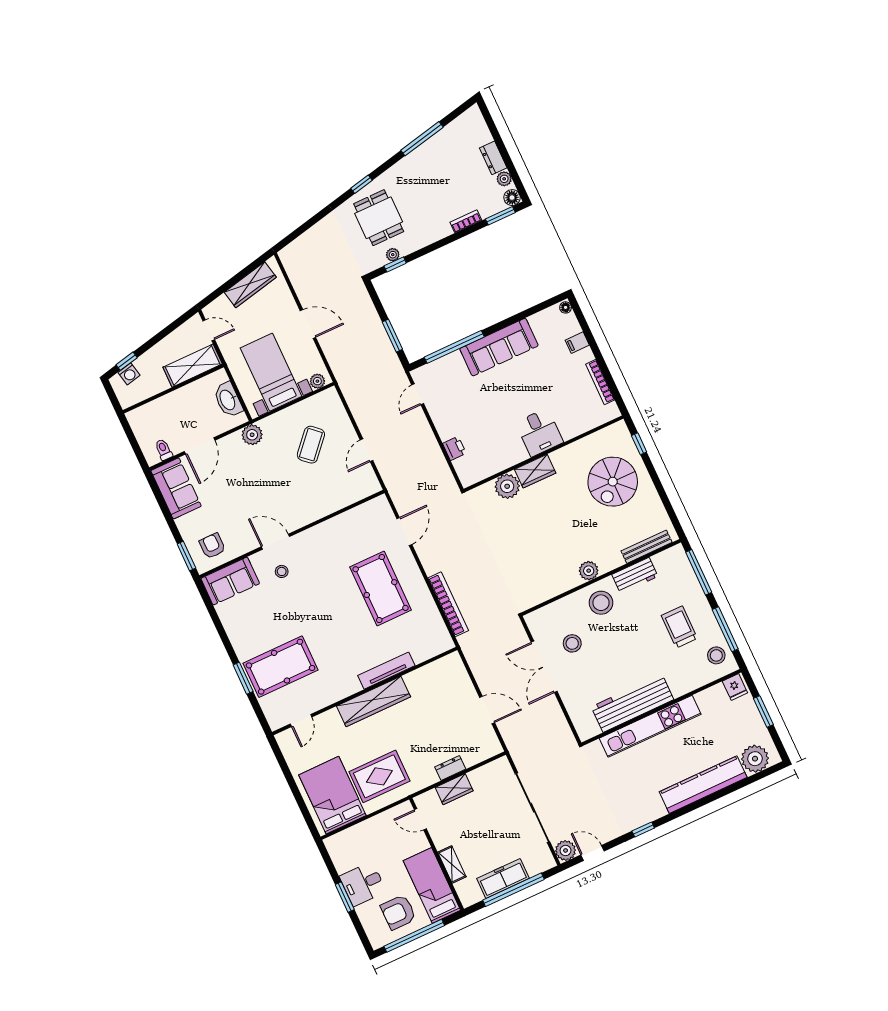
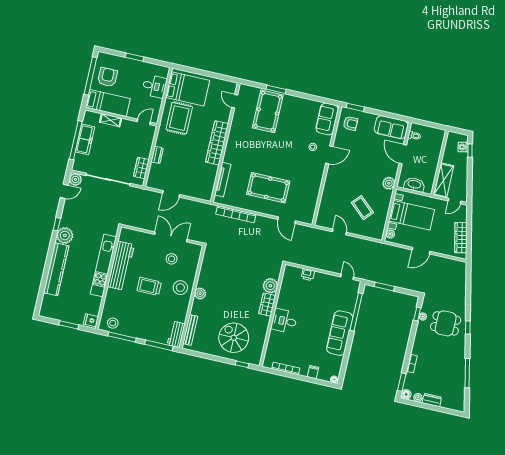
workbench: (635, 575) -> (176, 334), moved
trolley: (679, 627) -> (149, 286), moved, turned 180
tv unit: (386, 671) -> (223, 180), moved
plant: (755, 759) -> (65, 235), moved
wardrobe: (454, 789) -> (141, 168), moved
desk: (363, 884) -> (154, 86), moved, turned 90

